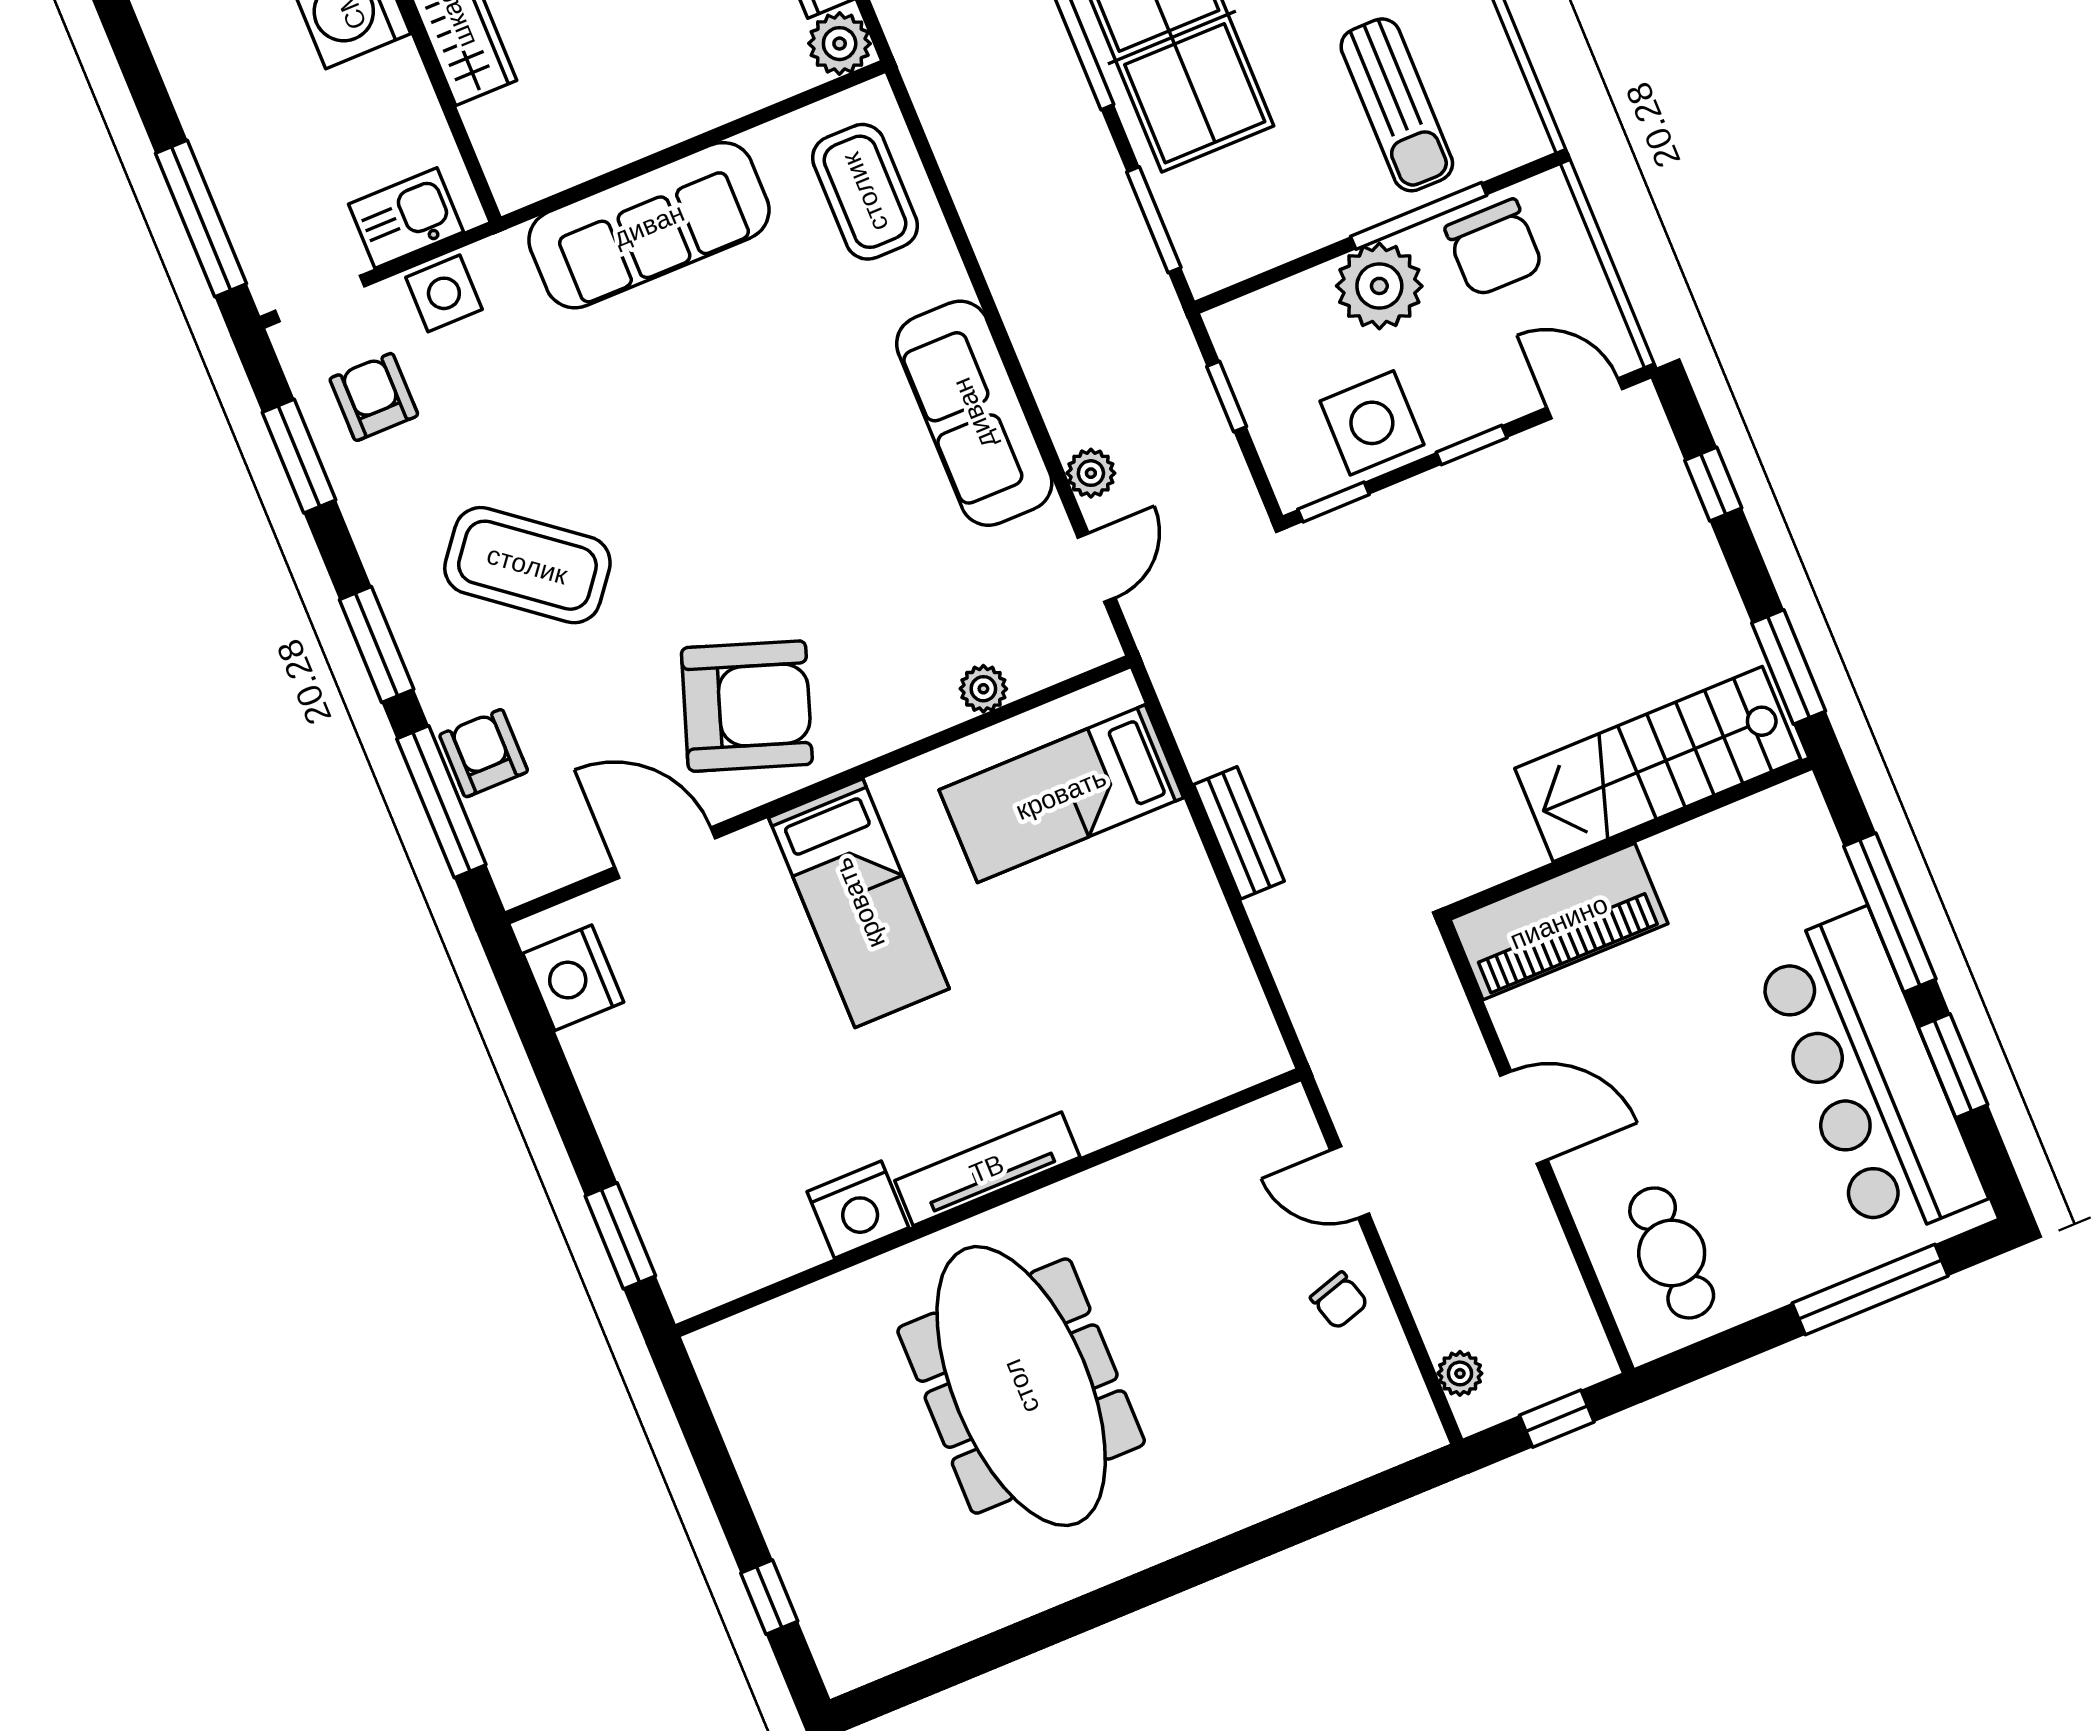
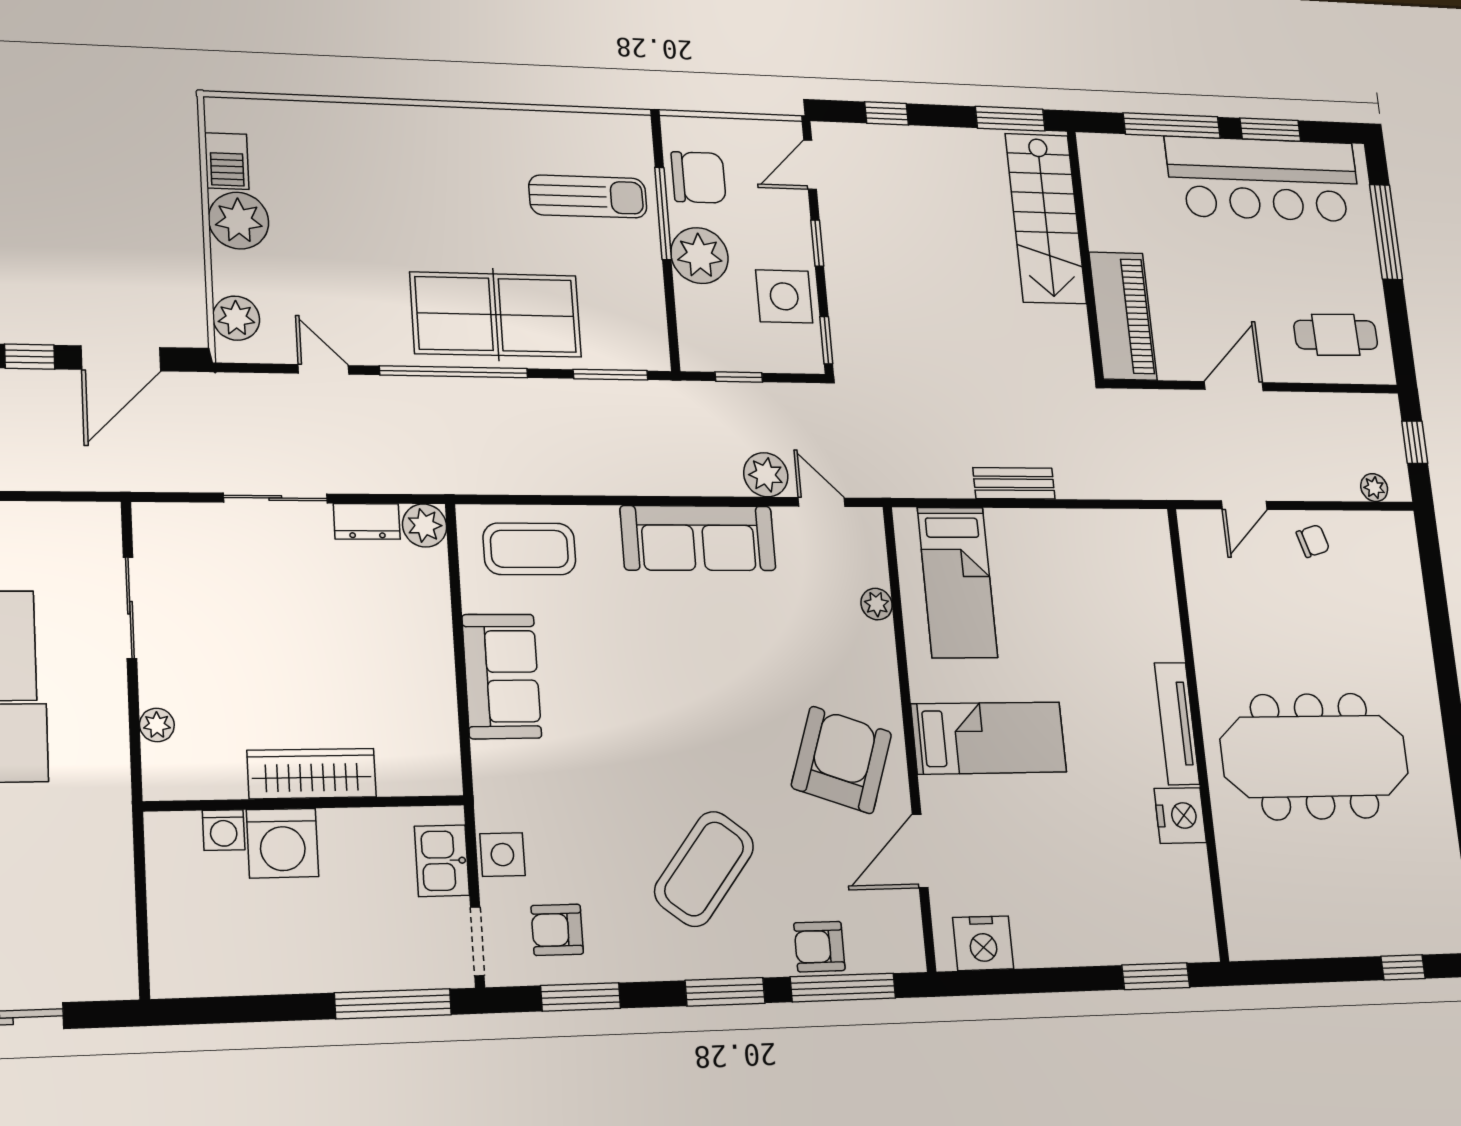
sofa: (649, 225) -> (502, 676), width x0.73
plant: (1091, 473) -> (766, 475), width x1.38, depth x1.38

